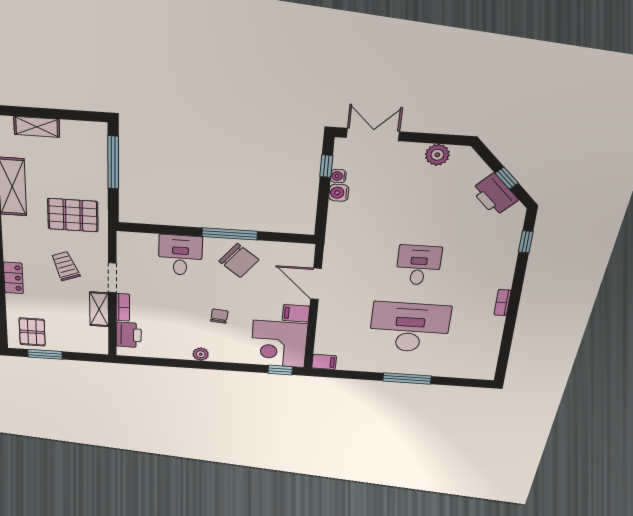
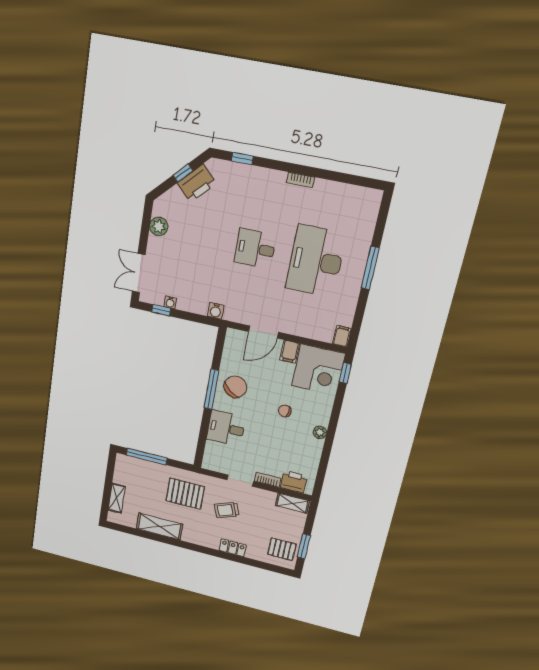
water cooler: (339, 193) -> (216, 311), moved
pallet: (73, 215) -> (185, 494), turned 90
shelving: (99, 309) -> (292, 503), moved

